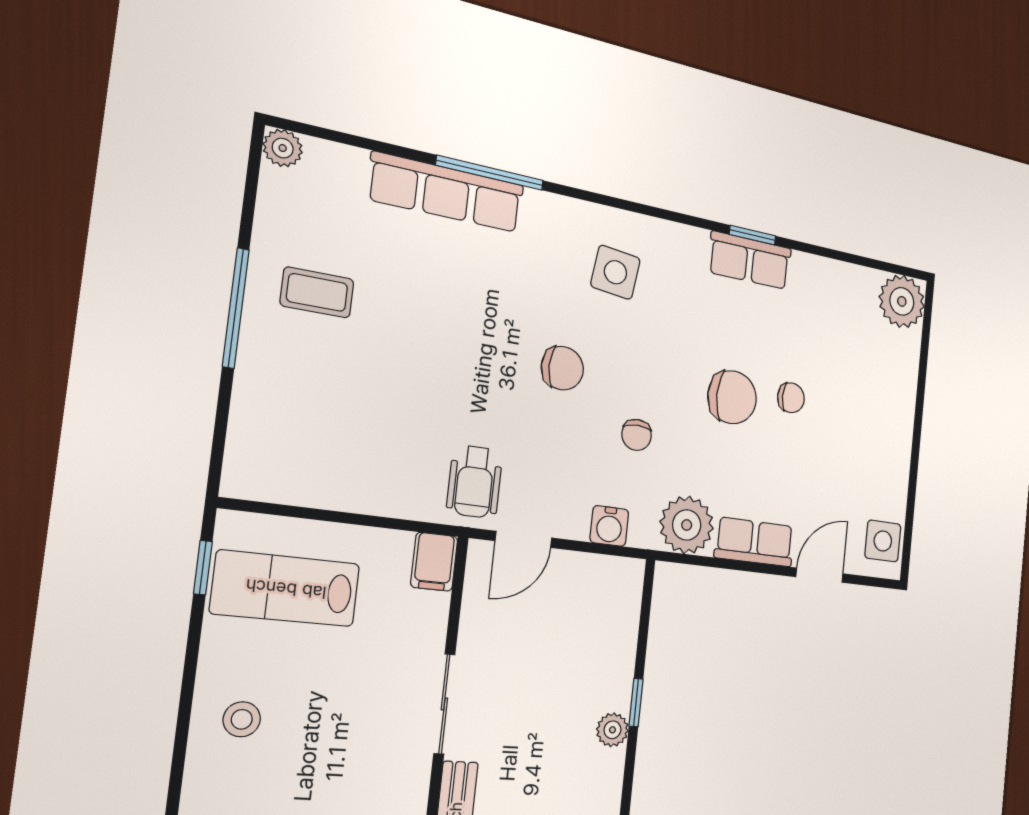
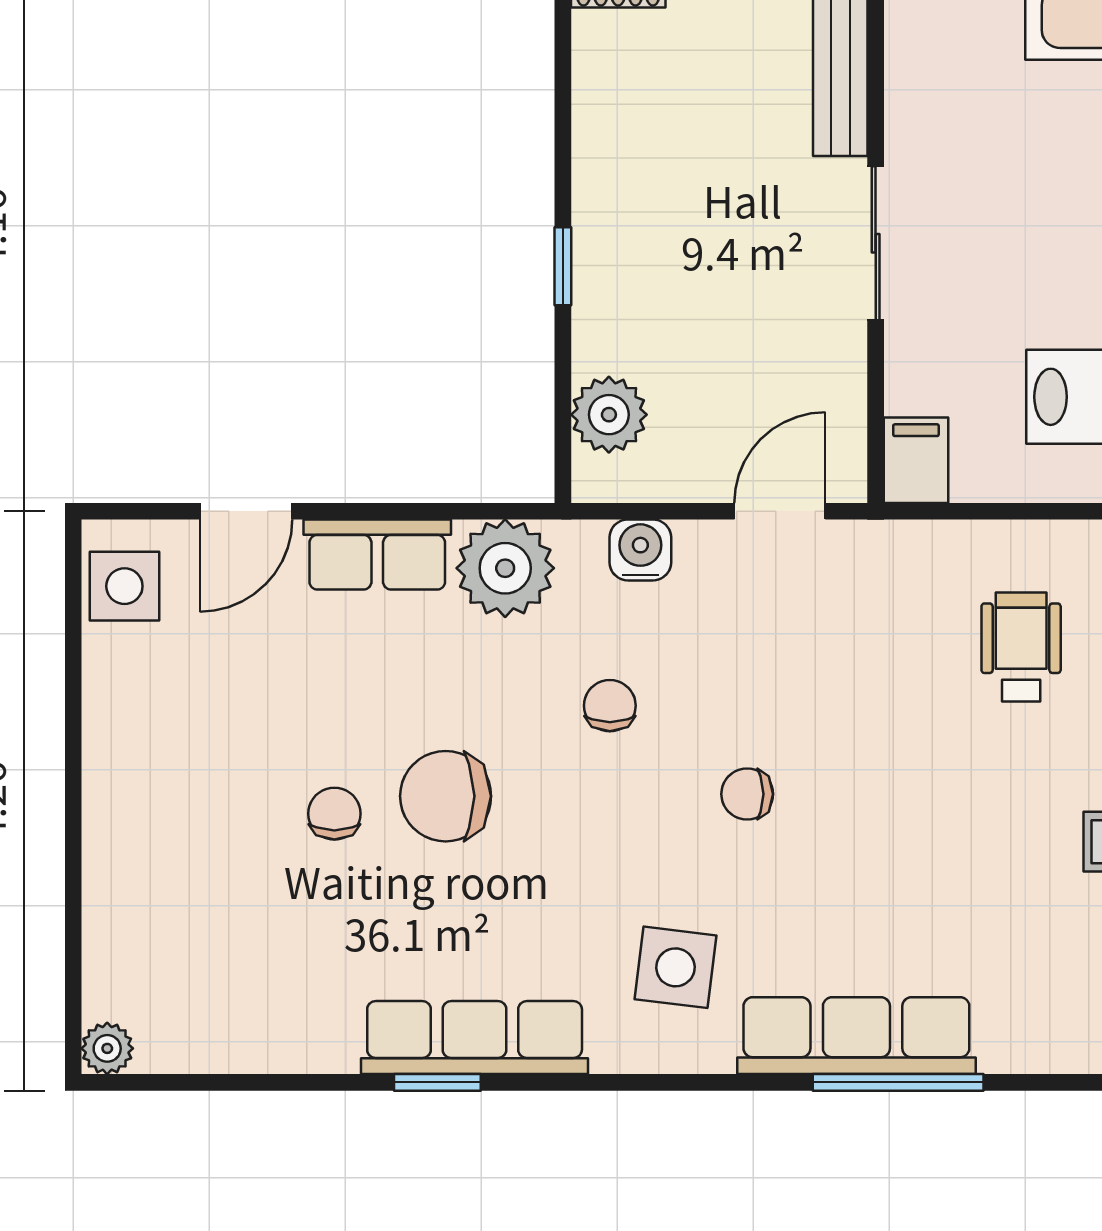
row of seats: (446, 192) -> (856, 1036), moved
row of seats: (750, 260) -> (475, 1038), width x1.48
plant: (902, 301) -> (107, 1048), width x0.53, depth x0.53
chair: (562, 368) -> (747, 794), width x0.73, depth x0.73
chair: (791, 398) -> (334, 814), turned 90
wheelchair: (475, 482) -> (1021, 647), moved
plant: (612, 730) -> (609, 415), moved, width x1.38, depth x1.38

